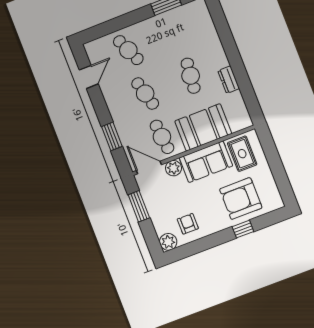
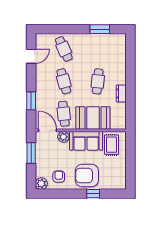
armchair: (241, 199) -> (87, 175), moved

